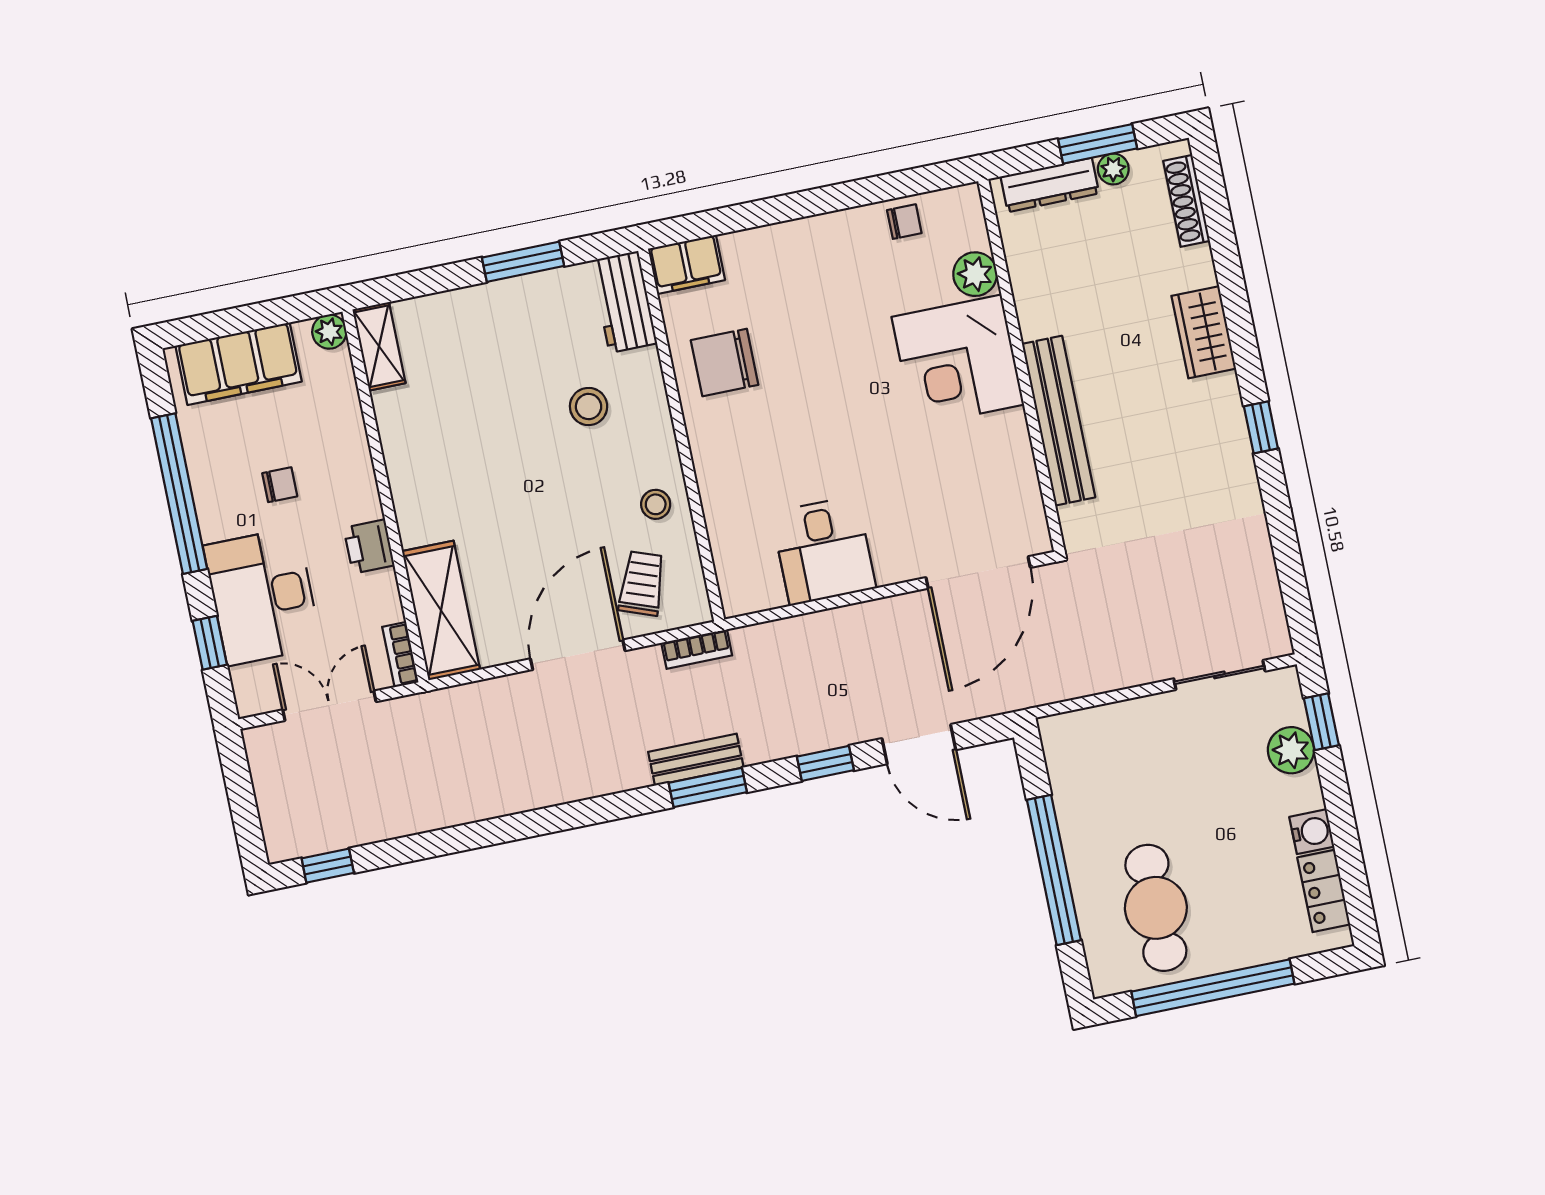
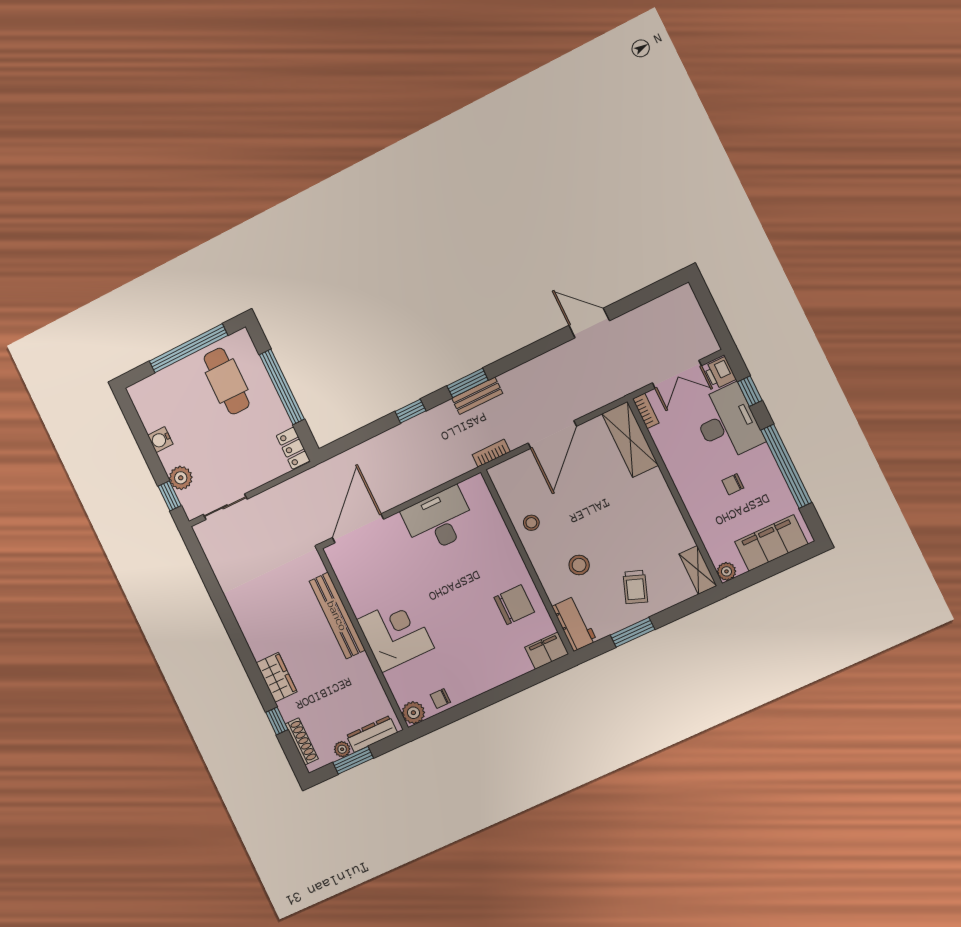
plant: (975, 274) -> (413, 713), moved
window: (1261, 427) -> (277, 721), moved
printer: (369, 547) -> (720, 373), moved, turned 180
desk: (824, 550) -> (439, 520), width x1.37
trolley: (642, 583) -> (635, 587), moved
door: (919, 744) -> (589, 323), moved
window: (328, 866) -> (657, 290), removed
locker: (1324, 891) -> (293, 448), moved, turned 180

